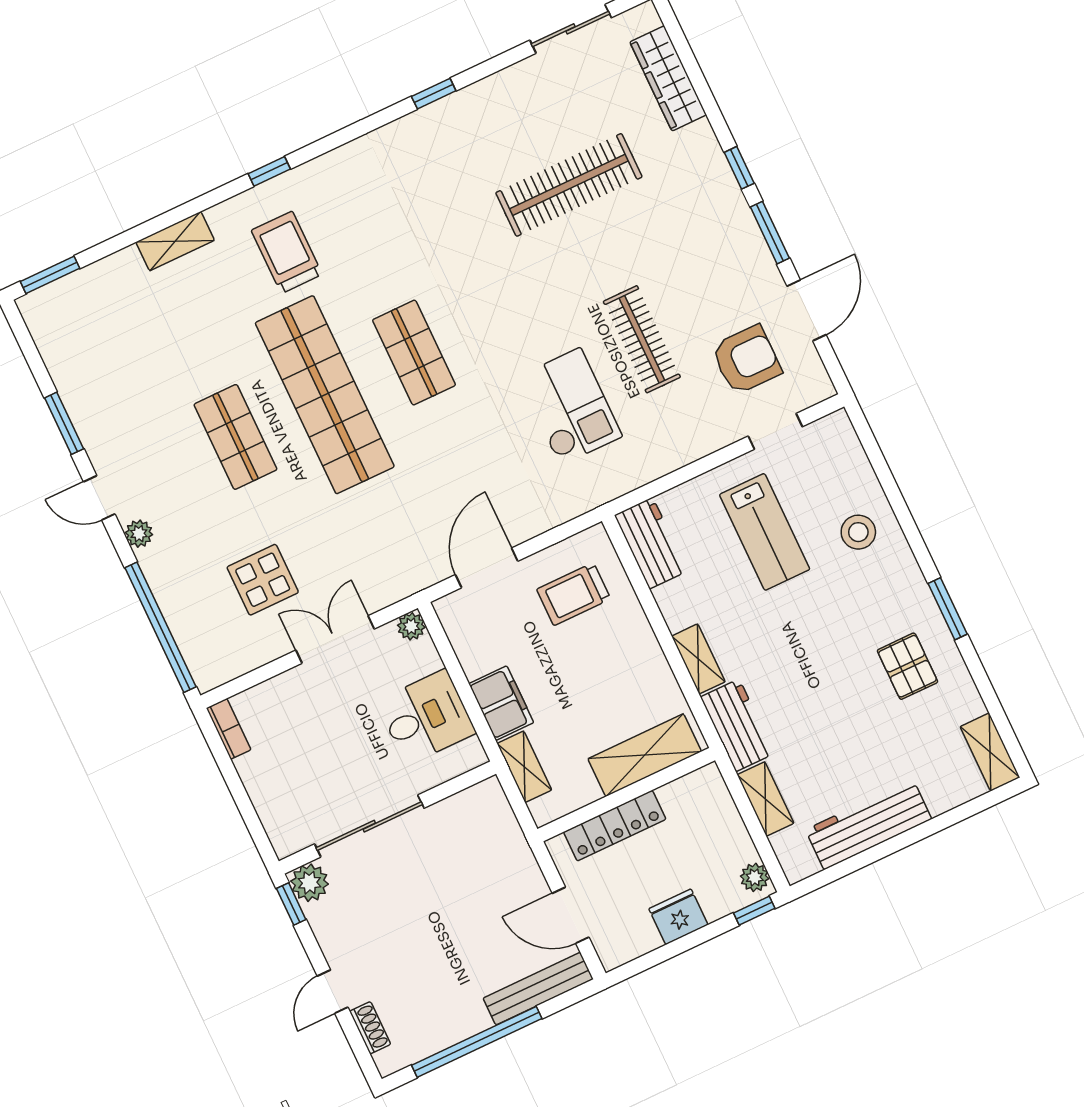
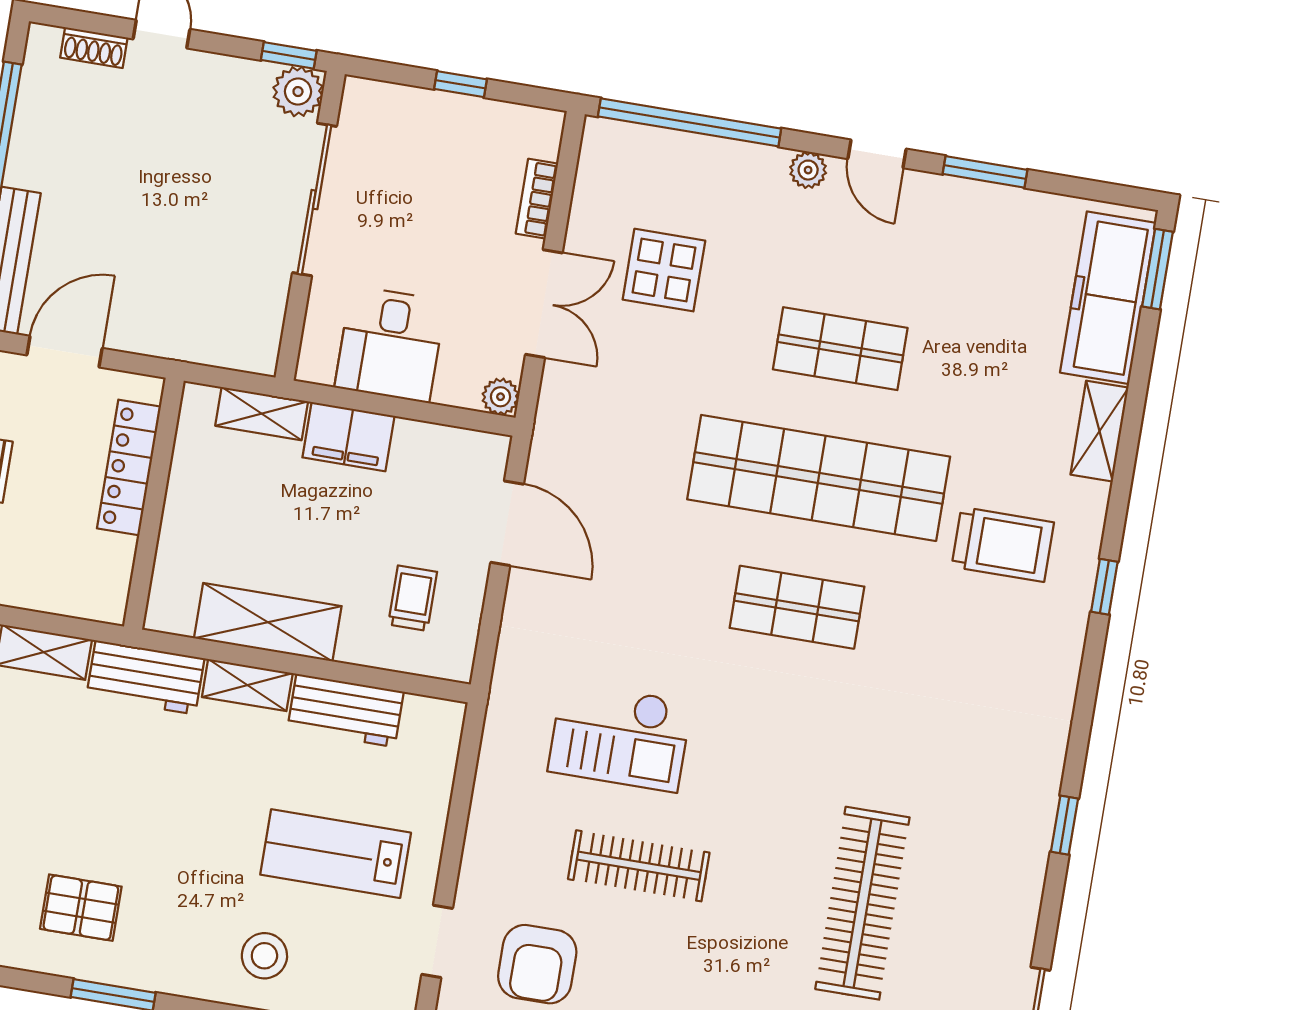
freezer: (89, 293) -> (1108, 298), added
door: (99, 498) -> (877, 154), swing flipped
workbench: (651, 543) -> (345, 710), moved
trolley: (574, 594) -> (413, 598), width x0.73, depth x0.72
bookcase: (229, 729) -> (537, 199), moved, turned 90
shelving: (645, 755) -> (268, 622), moved, turned 90
window: (235, 785) -> (461, 84), added

